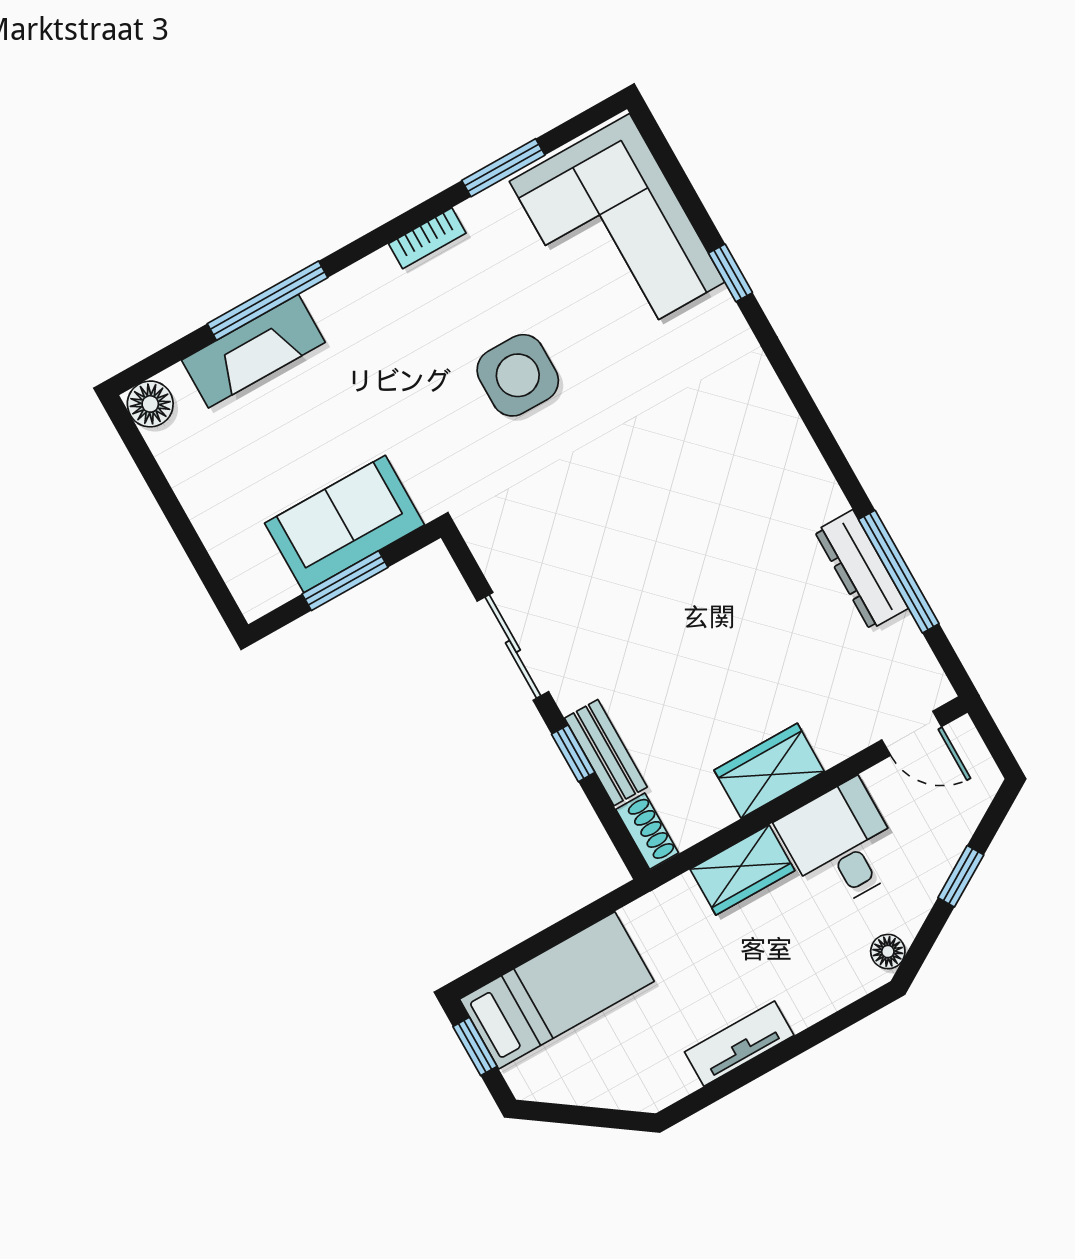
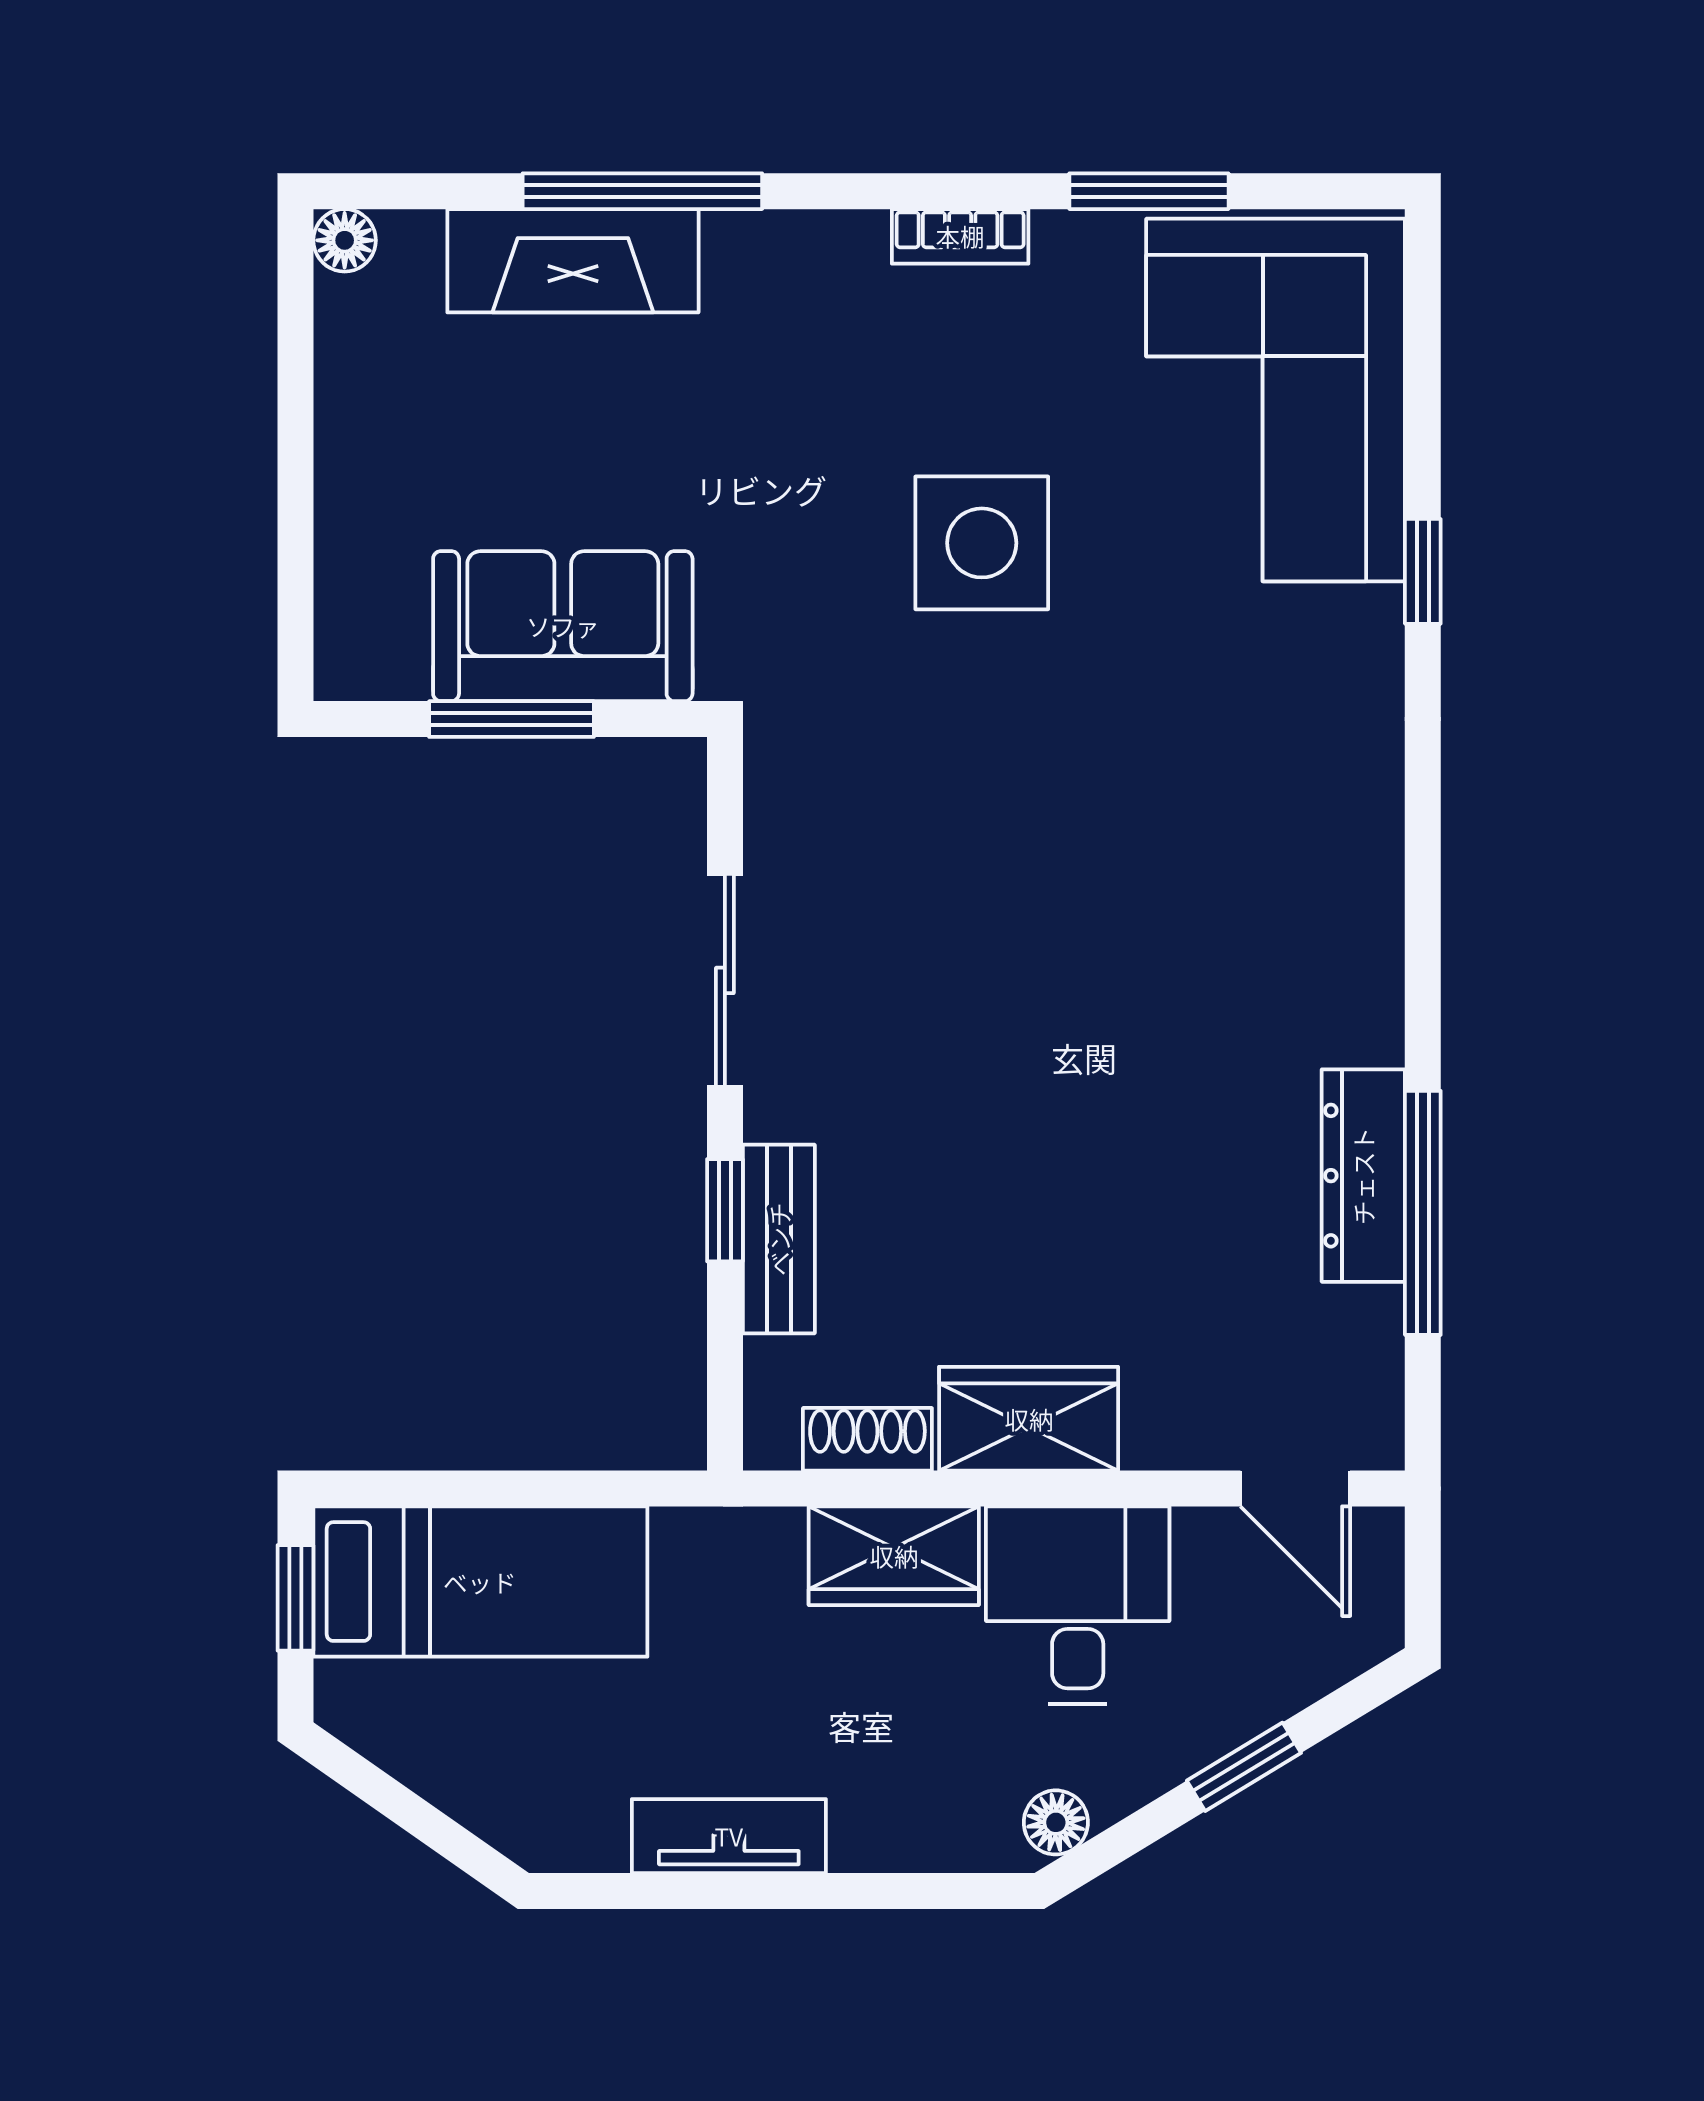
floor lamp: (150, 404) -> (345, 240), width x0.73, depth x0.73
shoe rack: (647, 831) -> (867, 1439), moved, turned -90

